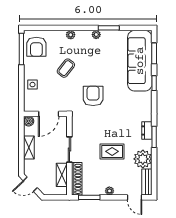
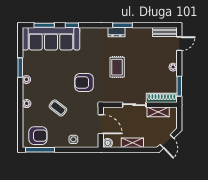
rug: (112, 151) -> (117, 67), moved
plant: (143, 159) -> (143, 36), removed

